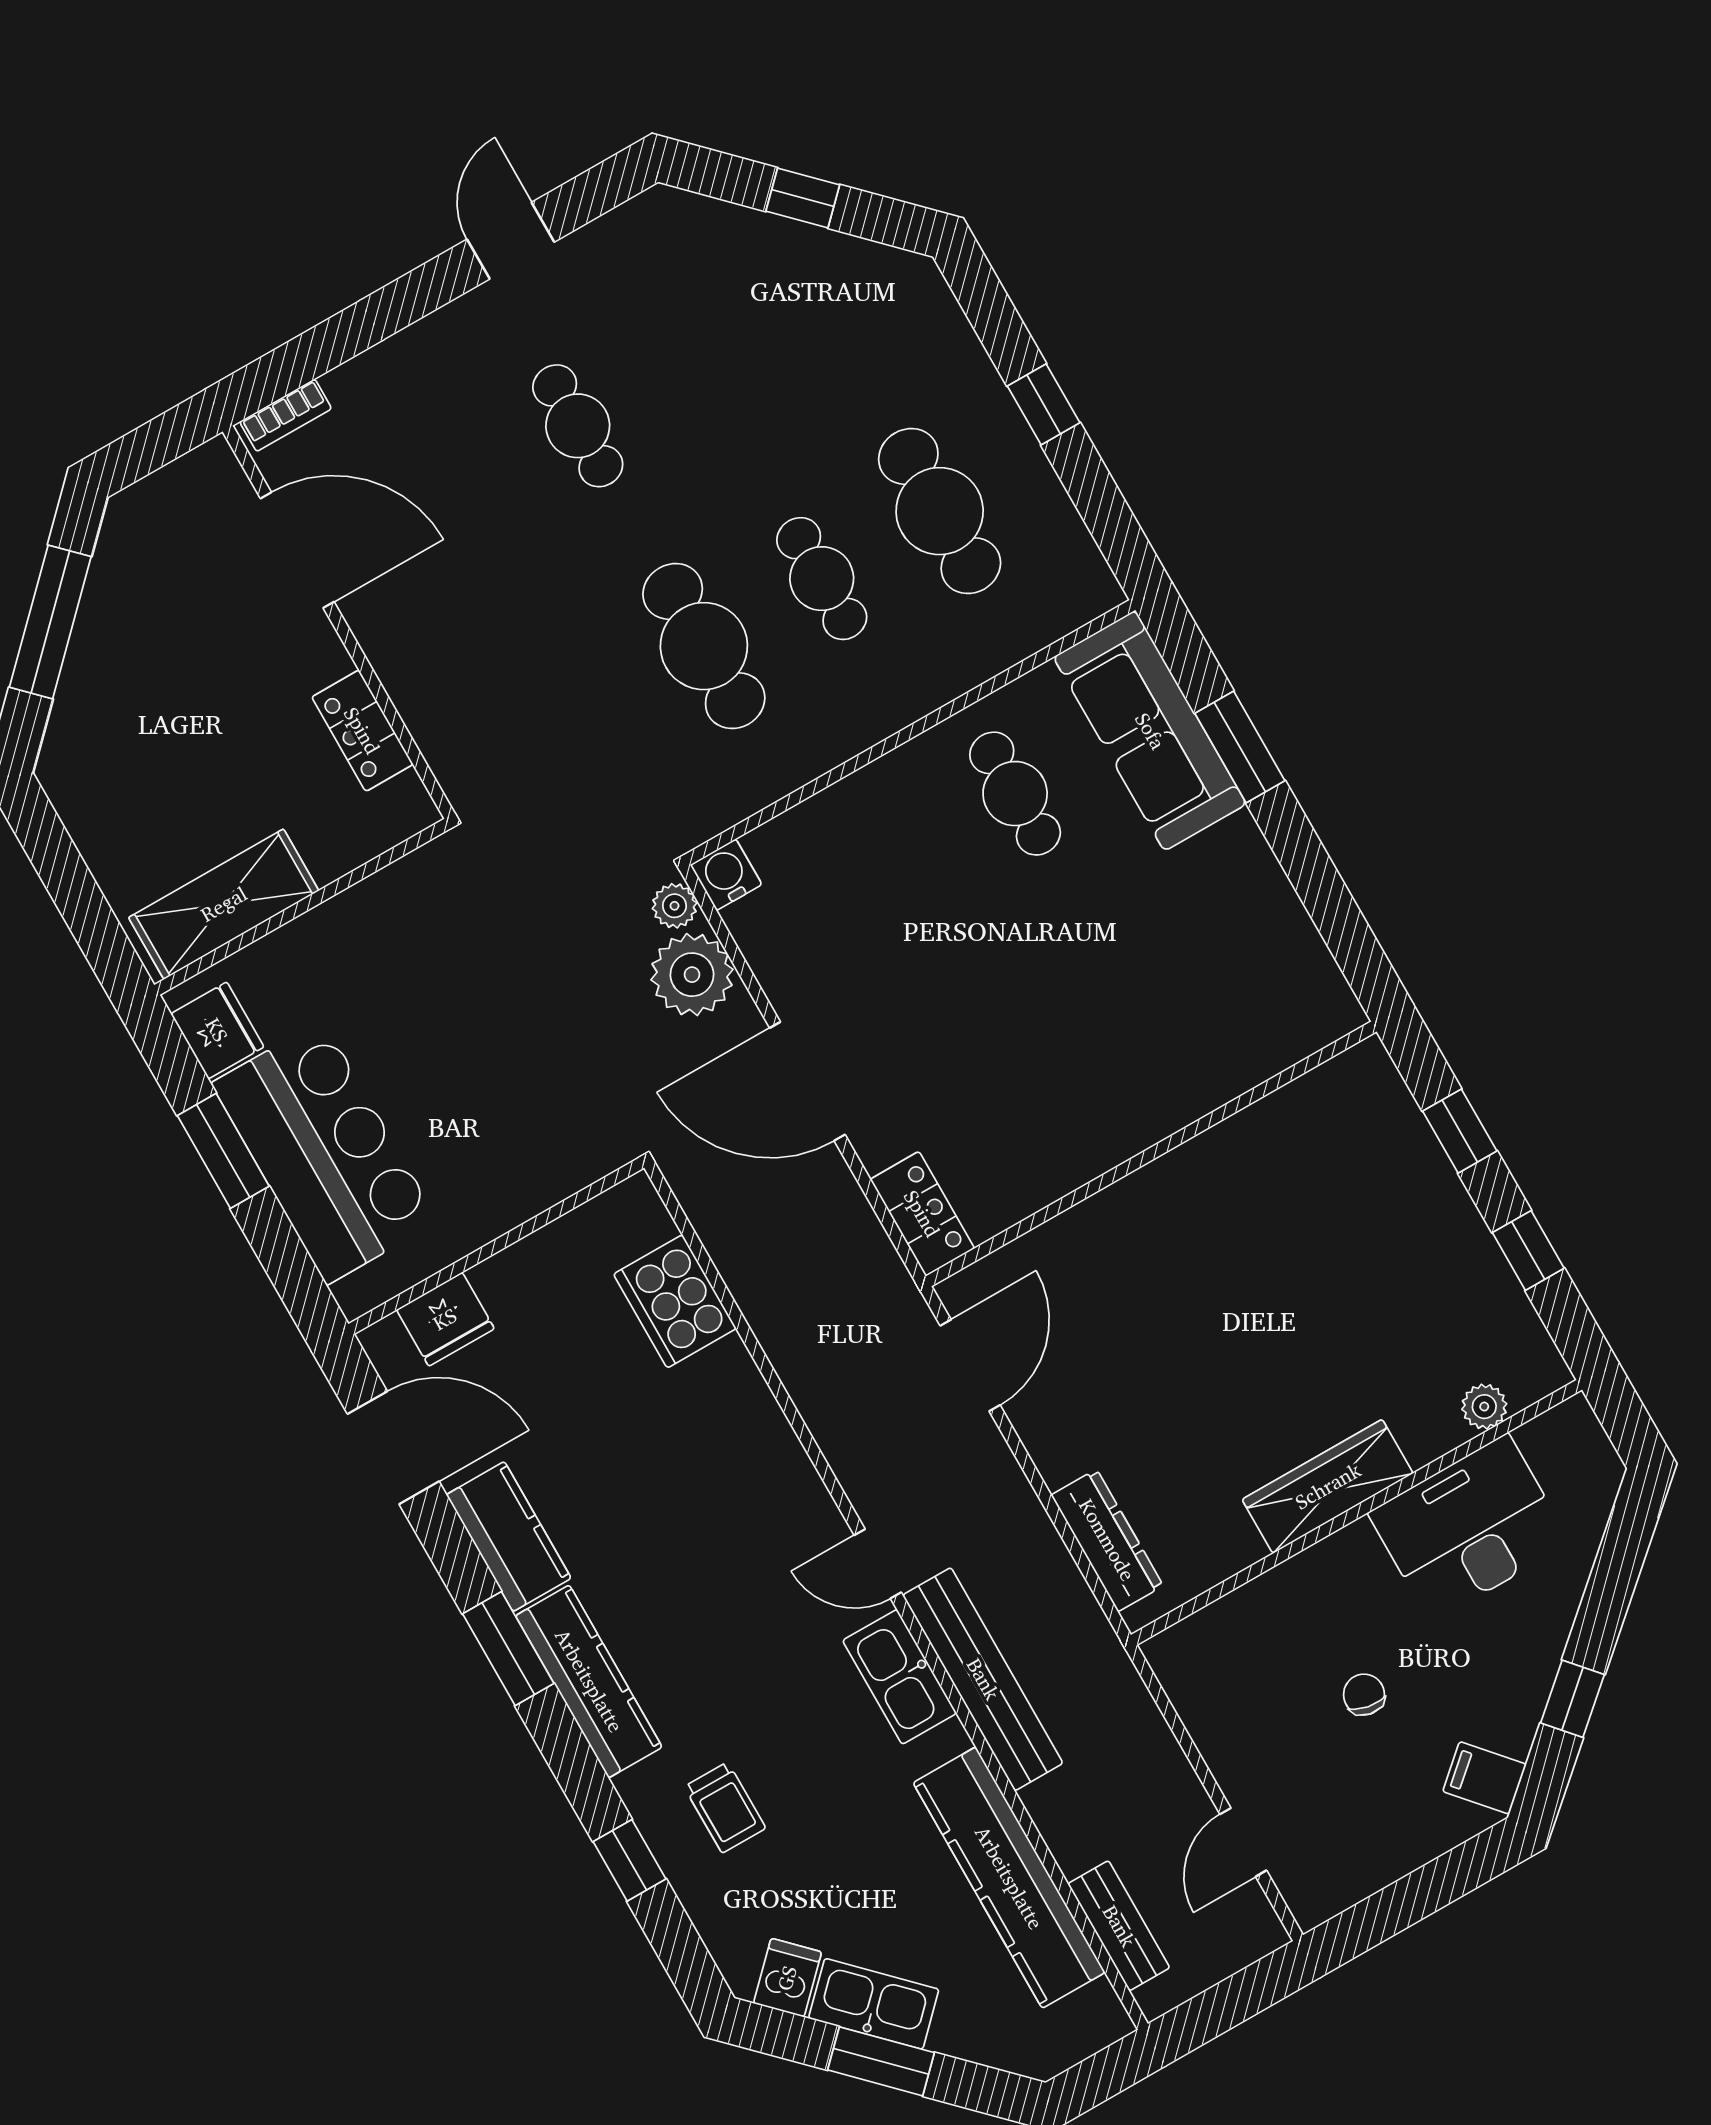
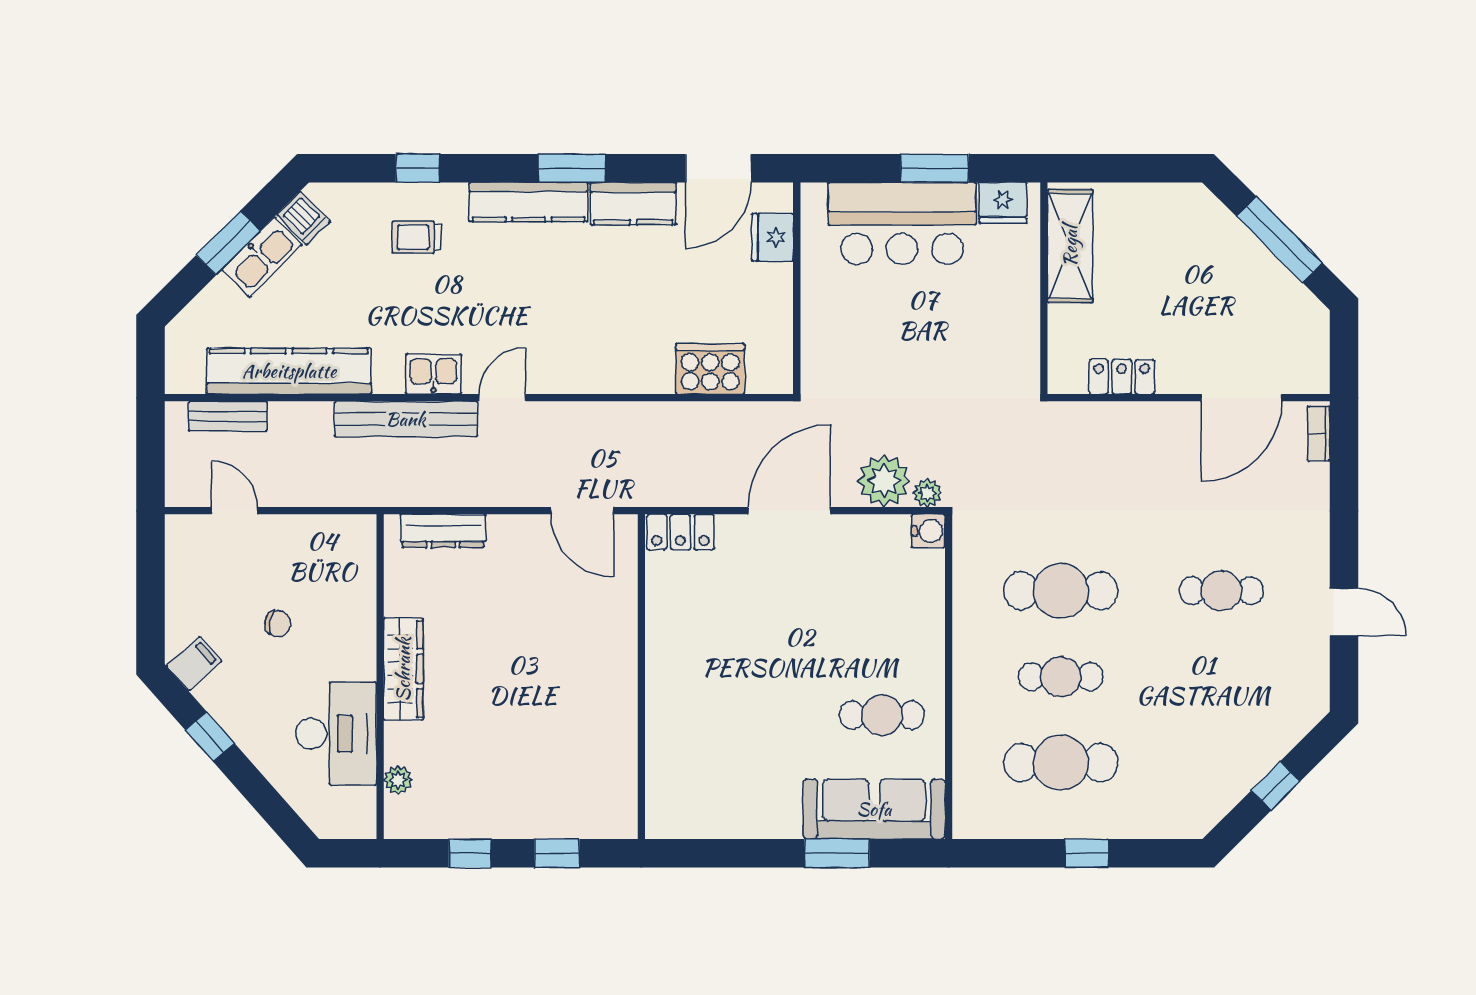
kitchen sink: (900, 1677) -> (433, 374), width x0.73

